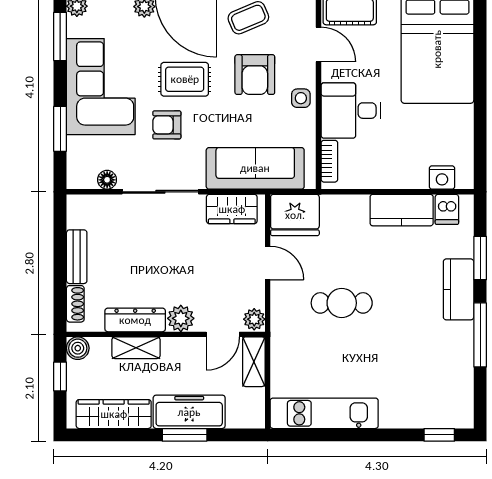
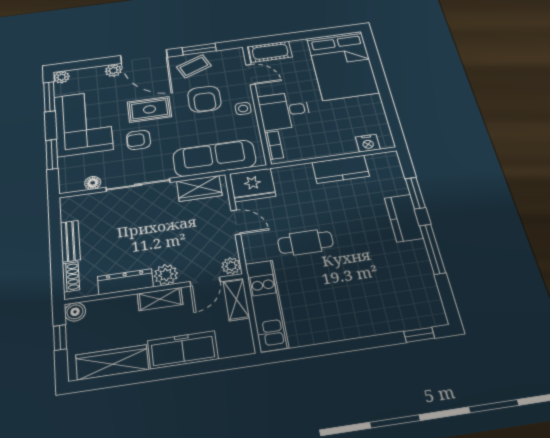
dishwasher: (447, 209) -> (378, 164), removed
shelving: (136, 348) -> (160, 299), moved
kitchen unit: (324, 413) -> (267, 305), moved, turned 90
window: (185, 435) -> (181, 371), removed

